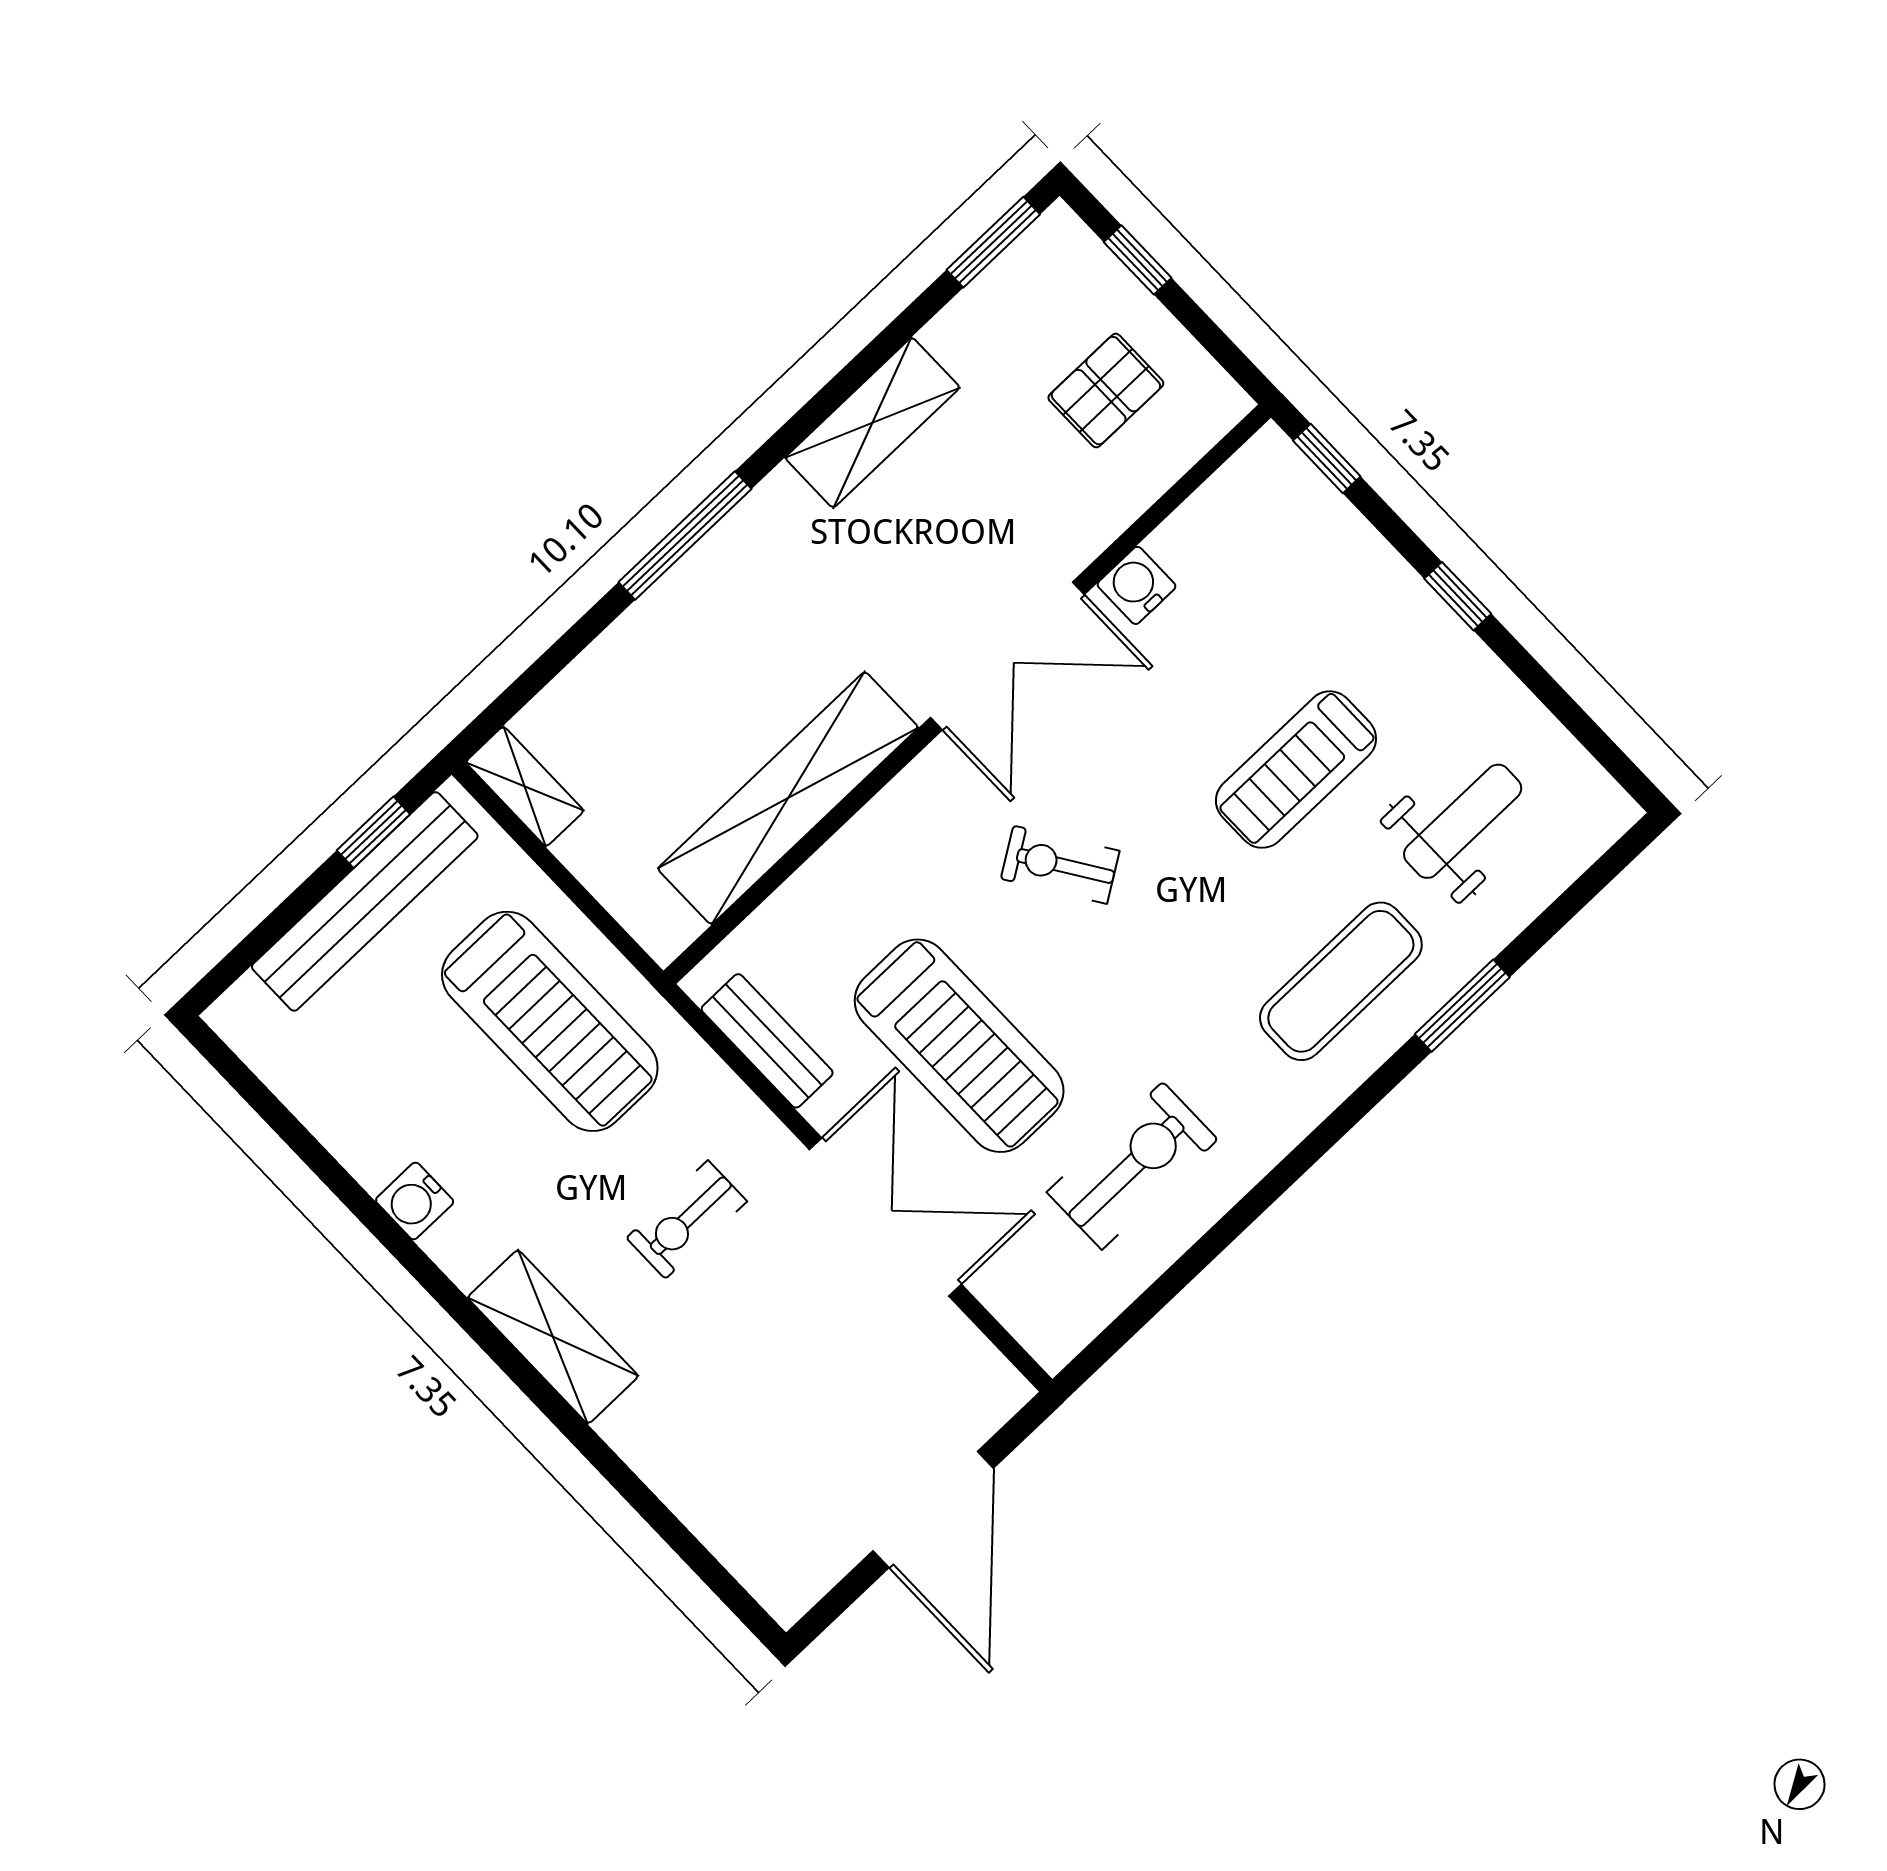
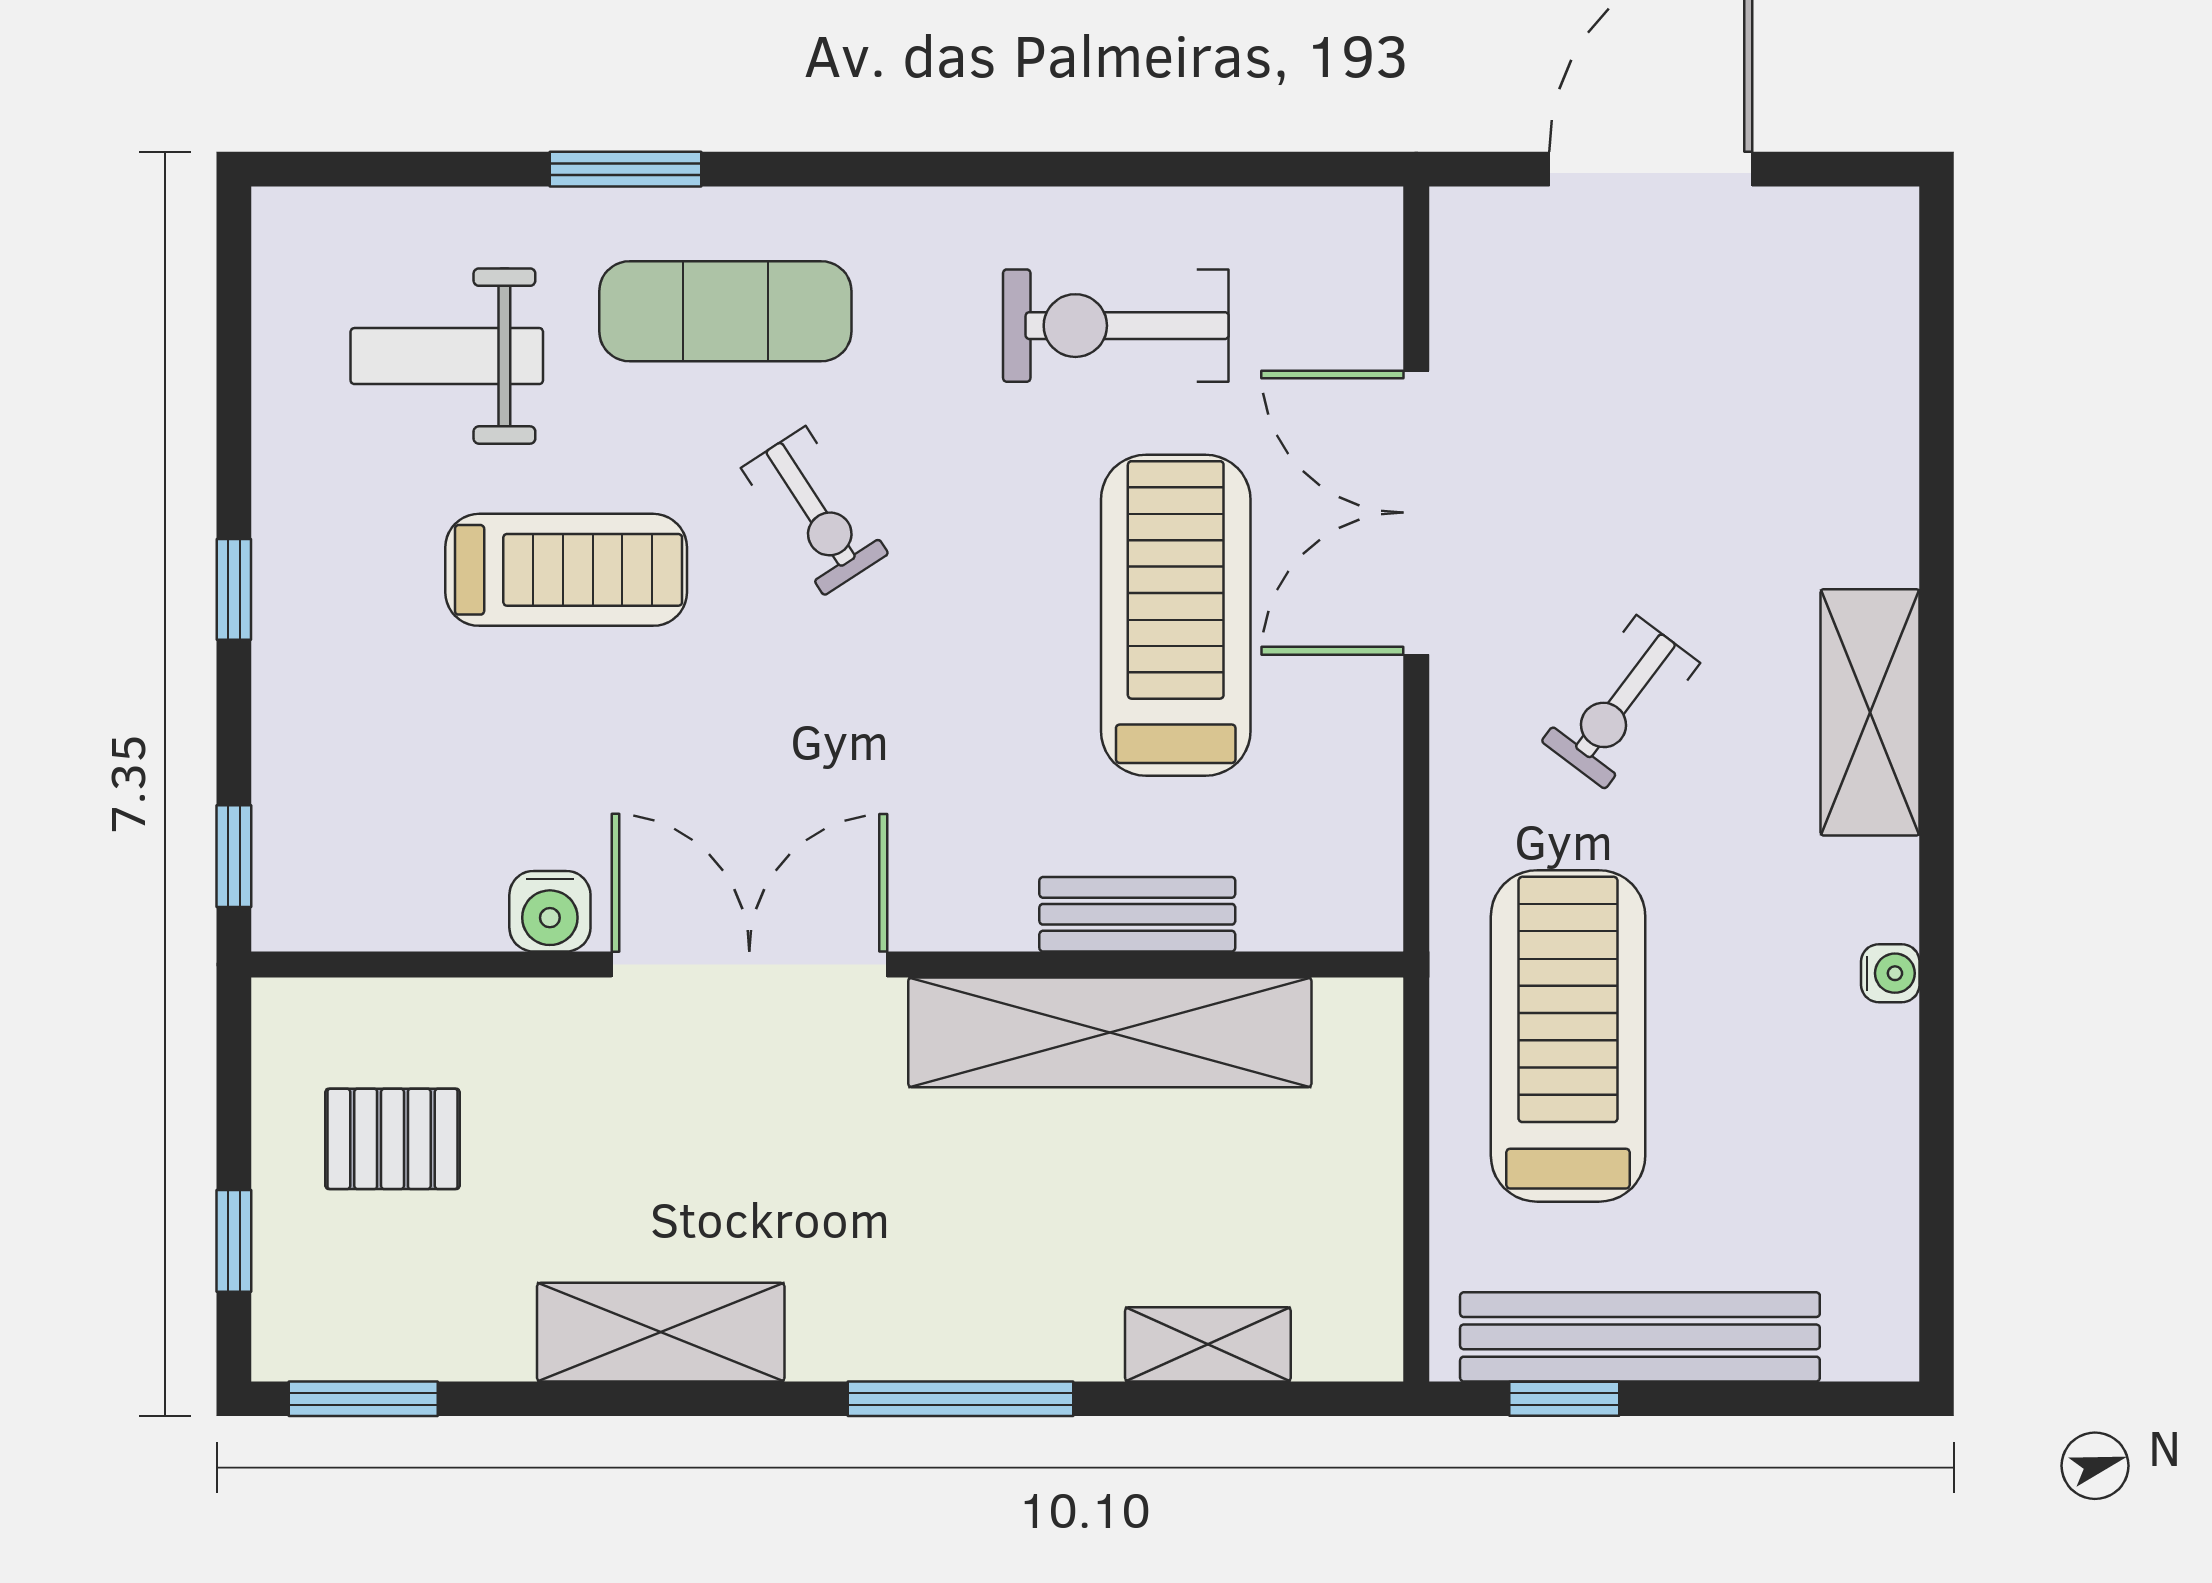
shelving: (525, 786) -> (1208, 1344), moved, turned 90
exercise bike: (1060, 865) -> (815, 511), moved
bench: (767, 1041) -> (1137, 914), moved, turned 90
water cooler: (415, 1201) -> (1890, 973), width x0.72, depth x0.72
exercise bike: (687, 1220) -> (1621, 702), turned 127

